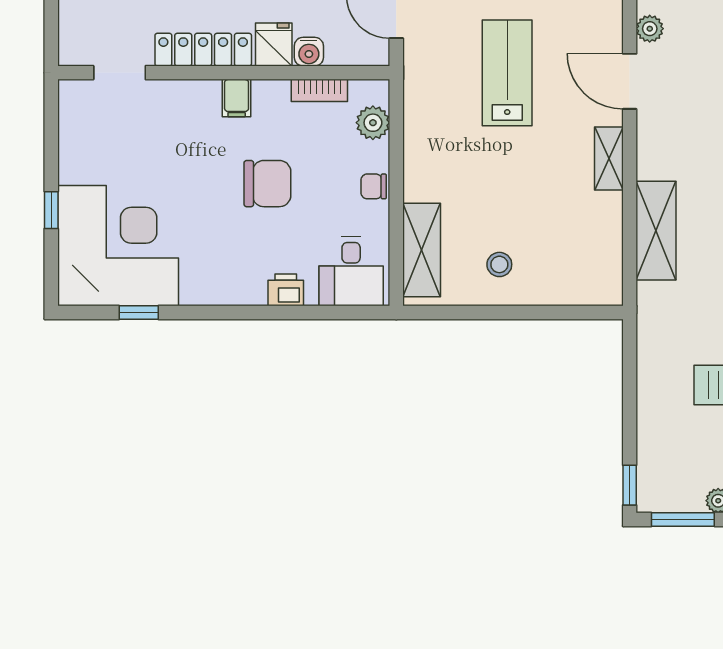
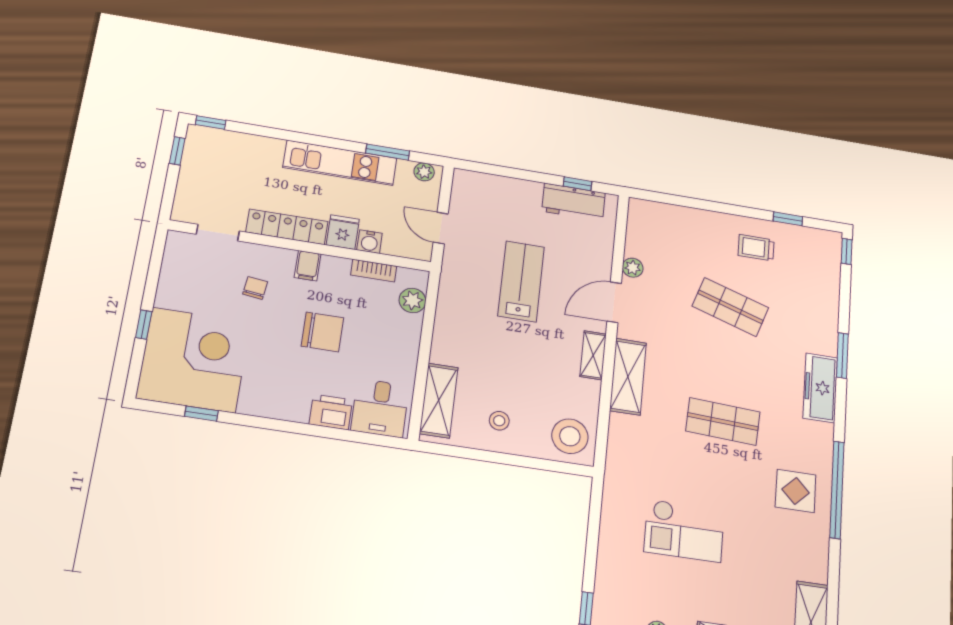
door: (630, 81) -> (614, 302), hinge flipped
chair: (374, 186) -> (255, 288), moved, turned 97
shelving: (656, 231) -> (628, 377), moved
stool: (589, 271) -> (570, 436), added
printer: (286, 290) -> (331, 412), width x1.36, depth x1.24

